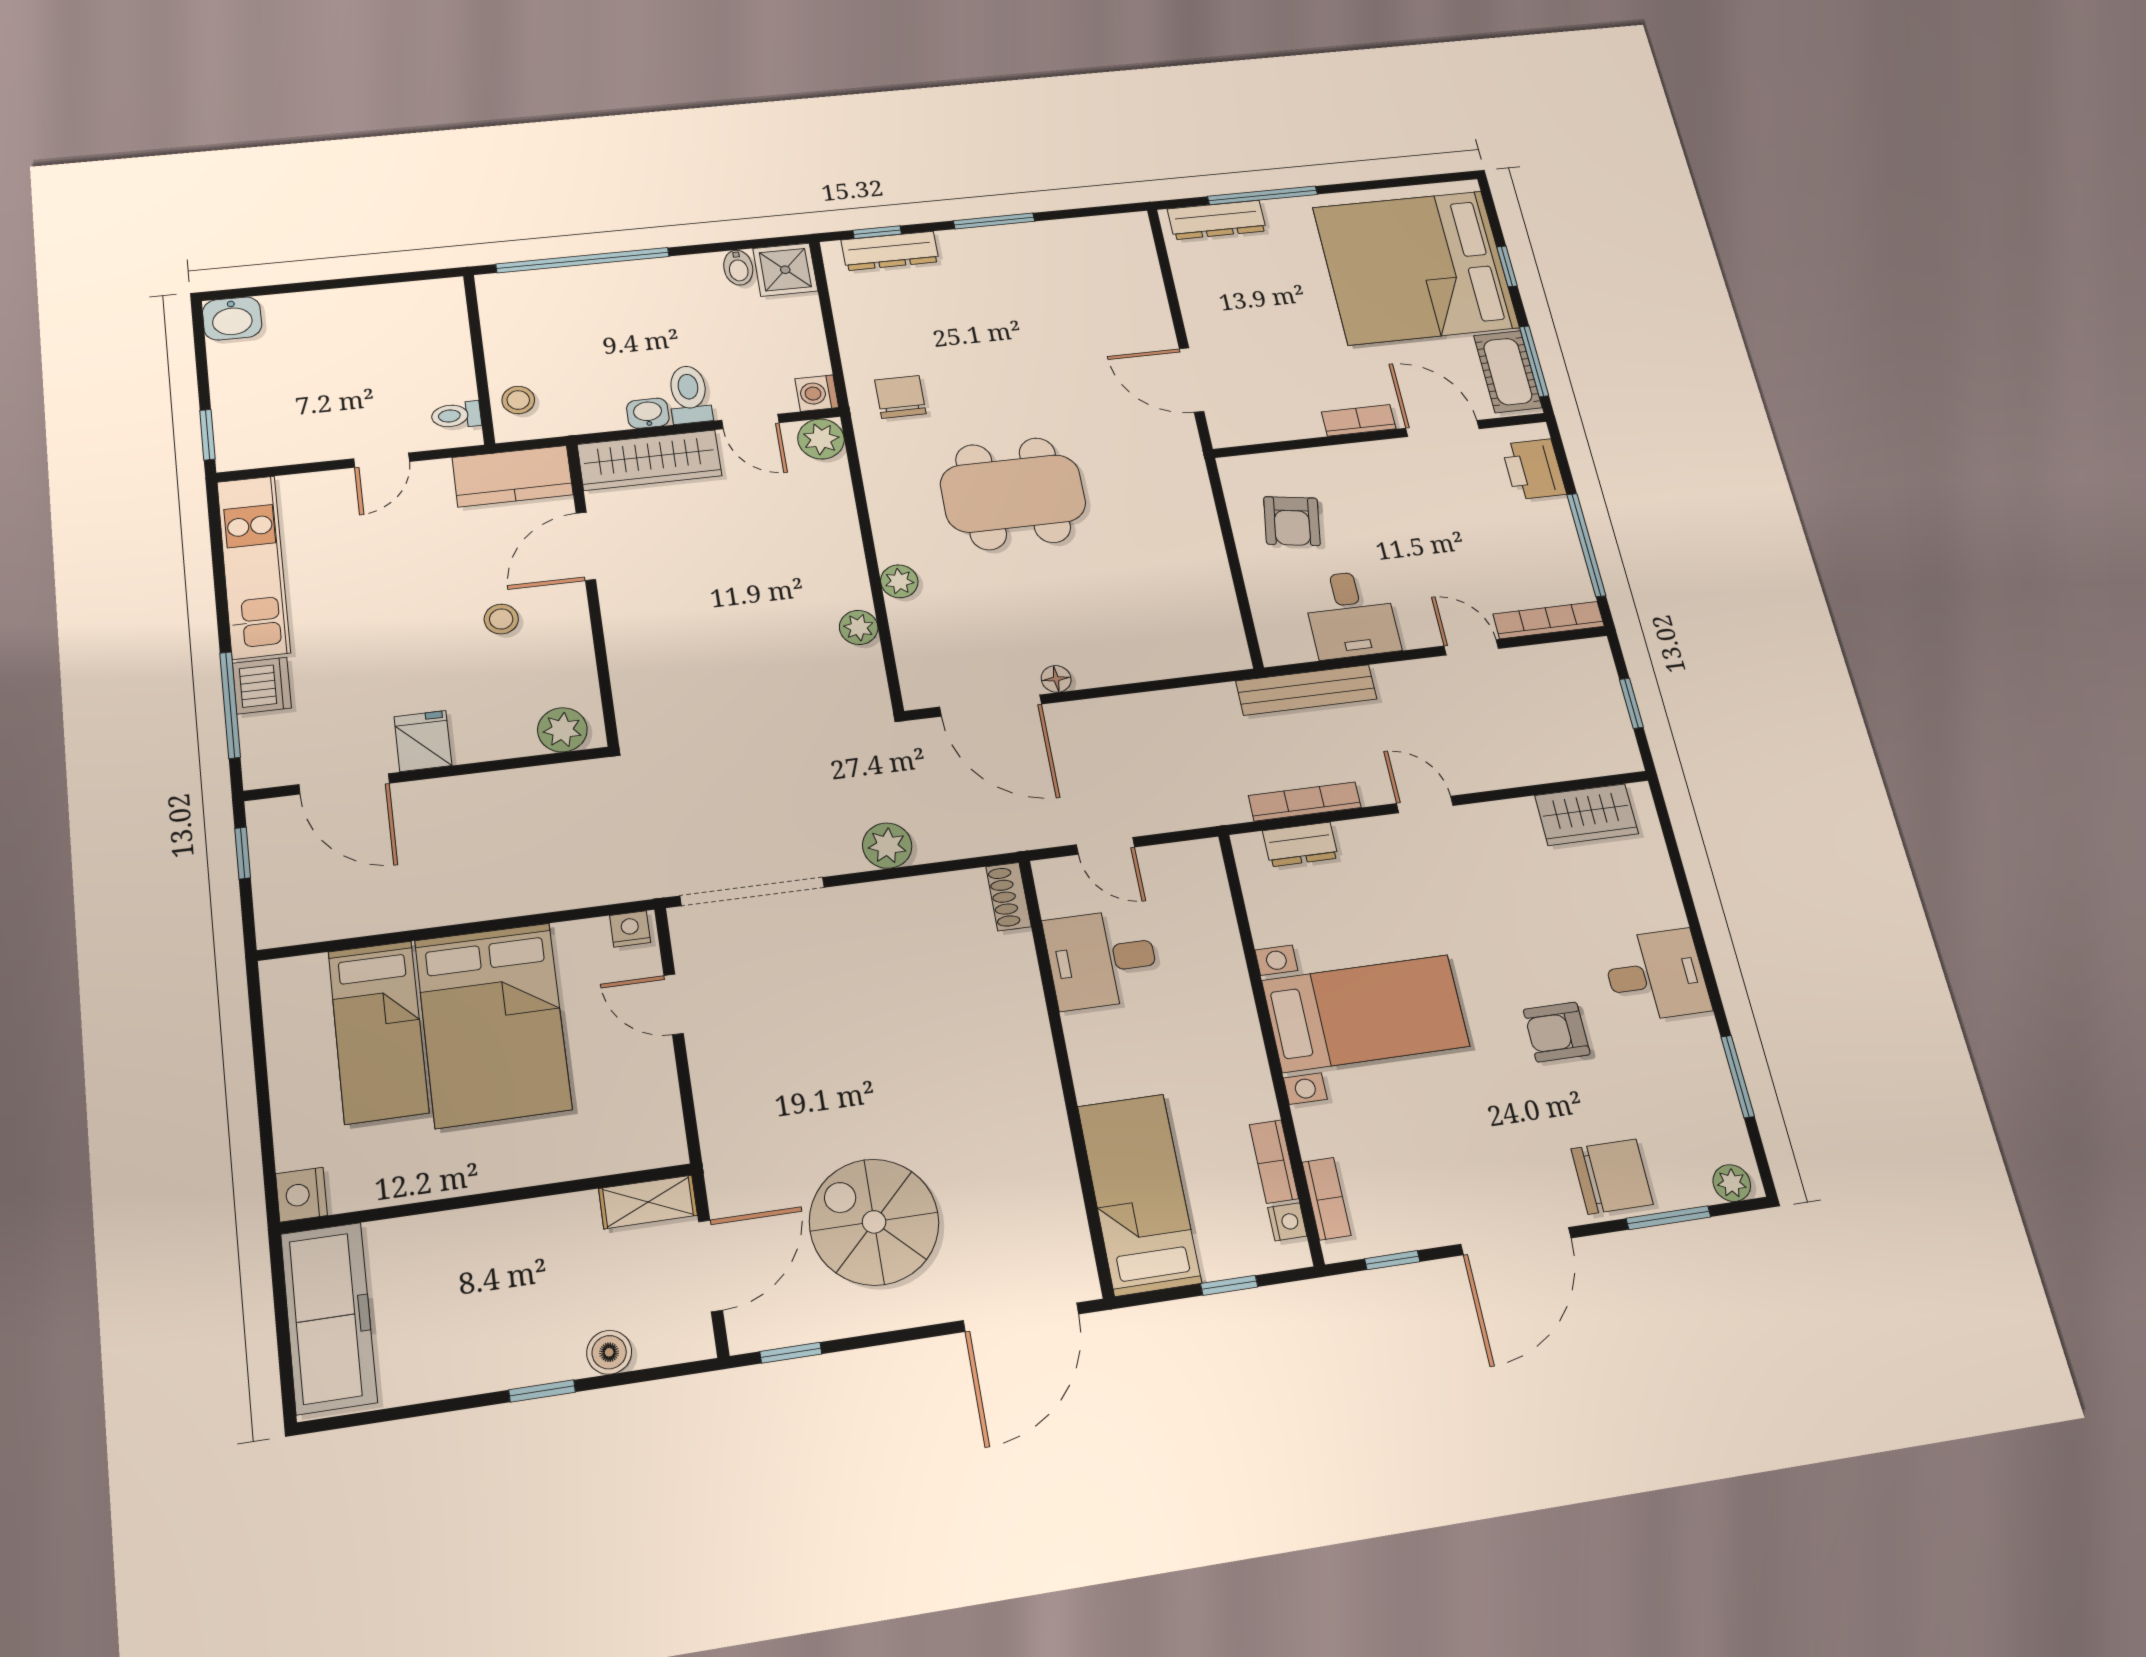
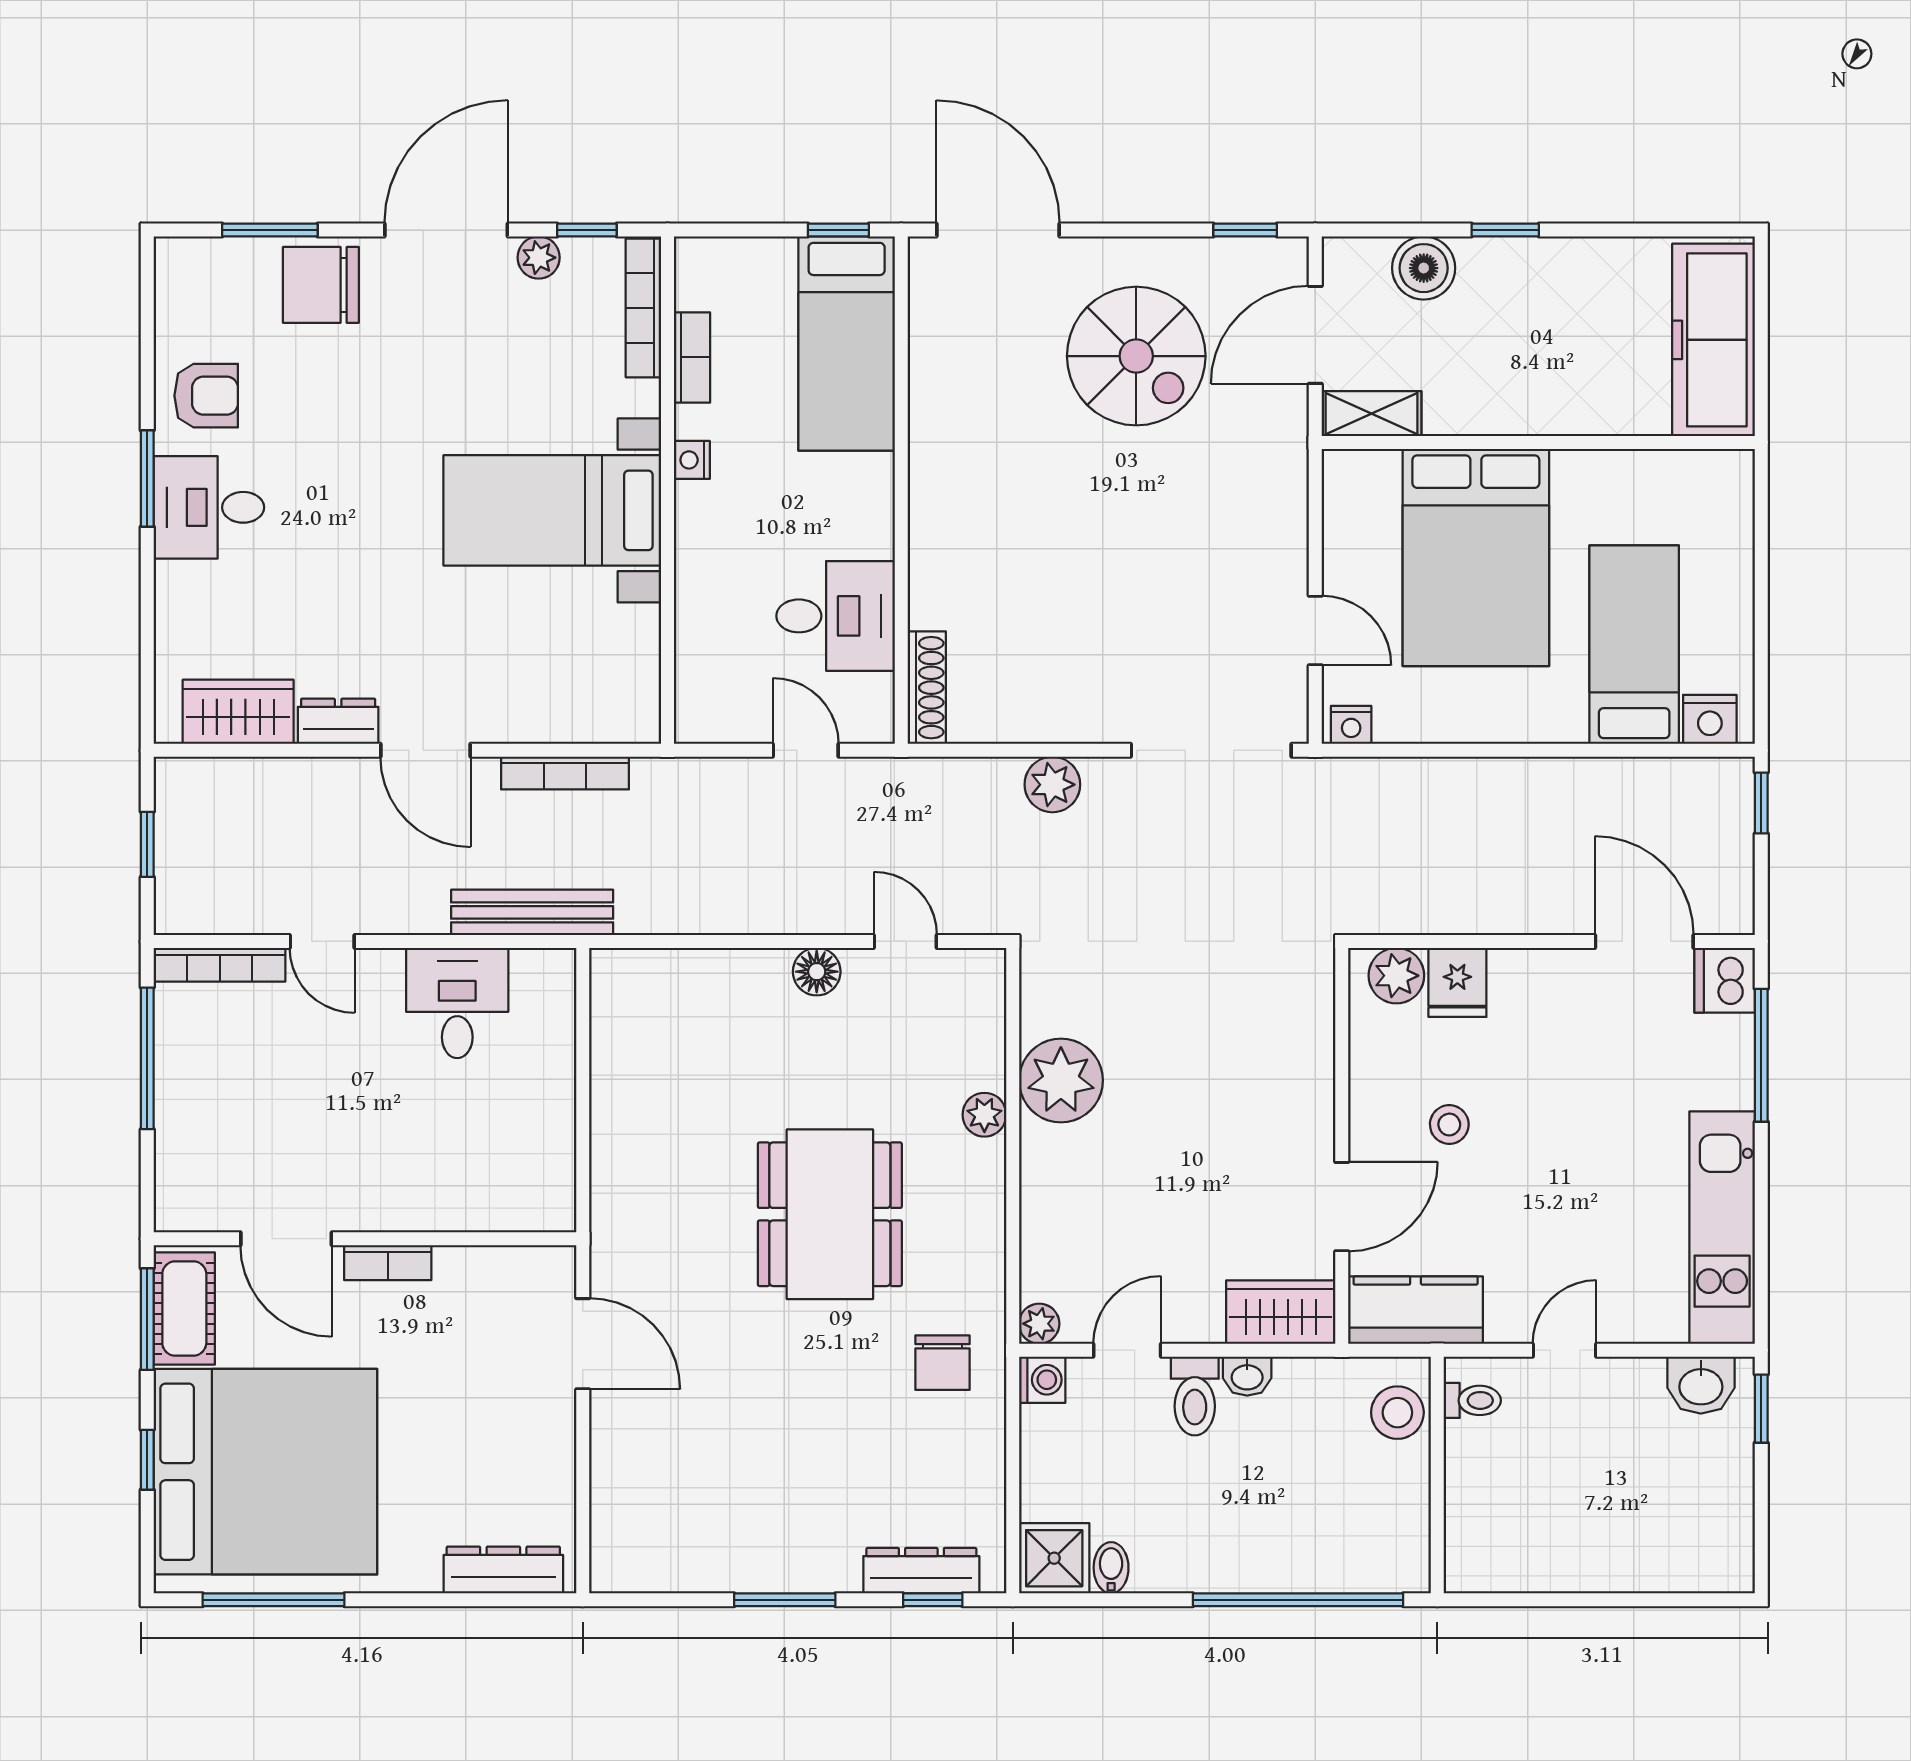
window: (1263, 195) -> (273, 1600), moved
washbasin: (232, 319) -> (1701, 1385), moved, turned 180
stool: (518, 400) -> (1397, 1413), width x1.37, depth x1.37
door: (750, 421) -> (1127, 1350), hinge flipped
plant: (821, 439) -> (1039, 1324), width x0.73, depth x0.73
wardrobe: (650, 460) -> (1281, 1312), width x0.67
printer: (1534, 469) -> (186, 1169), removed
dining table: (1013, 494) -> (830, 1214), turned 90
armchair: (1292, 521) -> (501, 1135), removed
plant: (859, 627) -> (1061, 1080), width x1.88, depth x1.88
floor lamp: (1056, 679) -> (817, 972), width x1.37, depth x1.37
dishwasher: (262, 686) -> (1725, 980), moved
door: (991, 706) -> (905, 941), width x0.53
fridge: (423, 741) -> (1457, 982), moved
door: (1425, 804) -> (426, 750), width x1.38
dresser: (1300, 844) -> (338, 721), moved
window: (243, 853) -> (1761, 803), moved
shoe rack: (1008, 897) -> (927, 688), width x1.43
bed: (493, 1024) -> (1476, 557), moved, turned 180
armchair: (1557, 1032) -> (206, 396), moved
window: (1738, 1077) -> (147, 479), moved
plant: (1732, 1183) -> (539, 258), moved
nightstand: (301, 1195) -> (1710, 719), moved, turned 90
bookcase: (1326, 1199) -> (643, 308), width x1.56
nightstand: (1287, 1222) -> (692, 460), moved
window: (1229, 1285) -> (838, 230), moved
door: (1021, 1317) -> (998, 230), hinge flipped
boiler: (609, 1352) -> (1424, 268), width x1.36, depth x1.36

